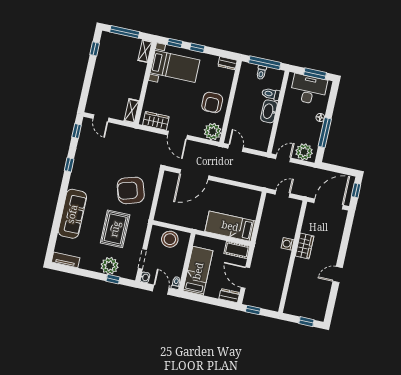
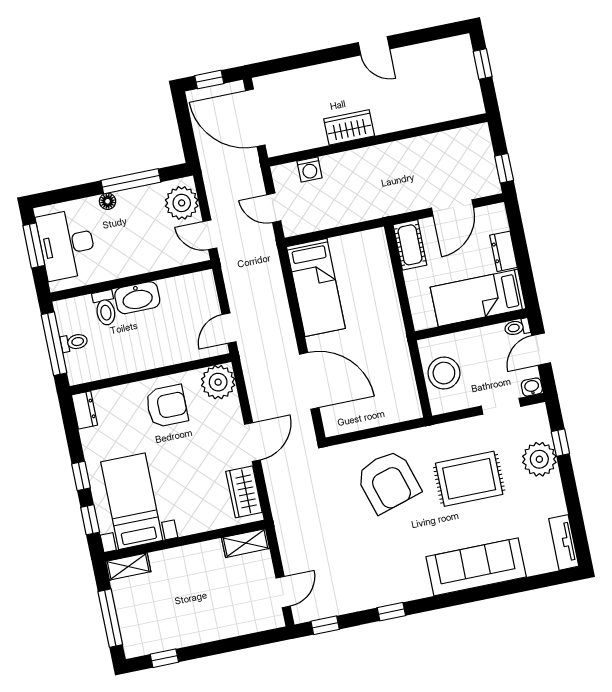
bed: (230, 226) -> (316, 287), moved
washing machine: (288, 244) -> (309, 169), moved
dresser: (229, 296) -> (504, 251), moved

